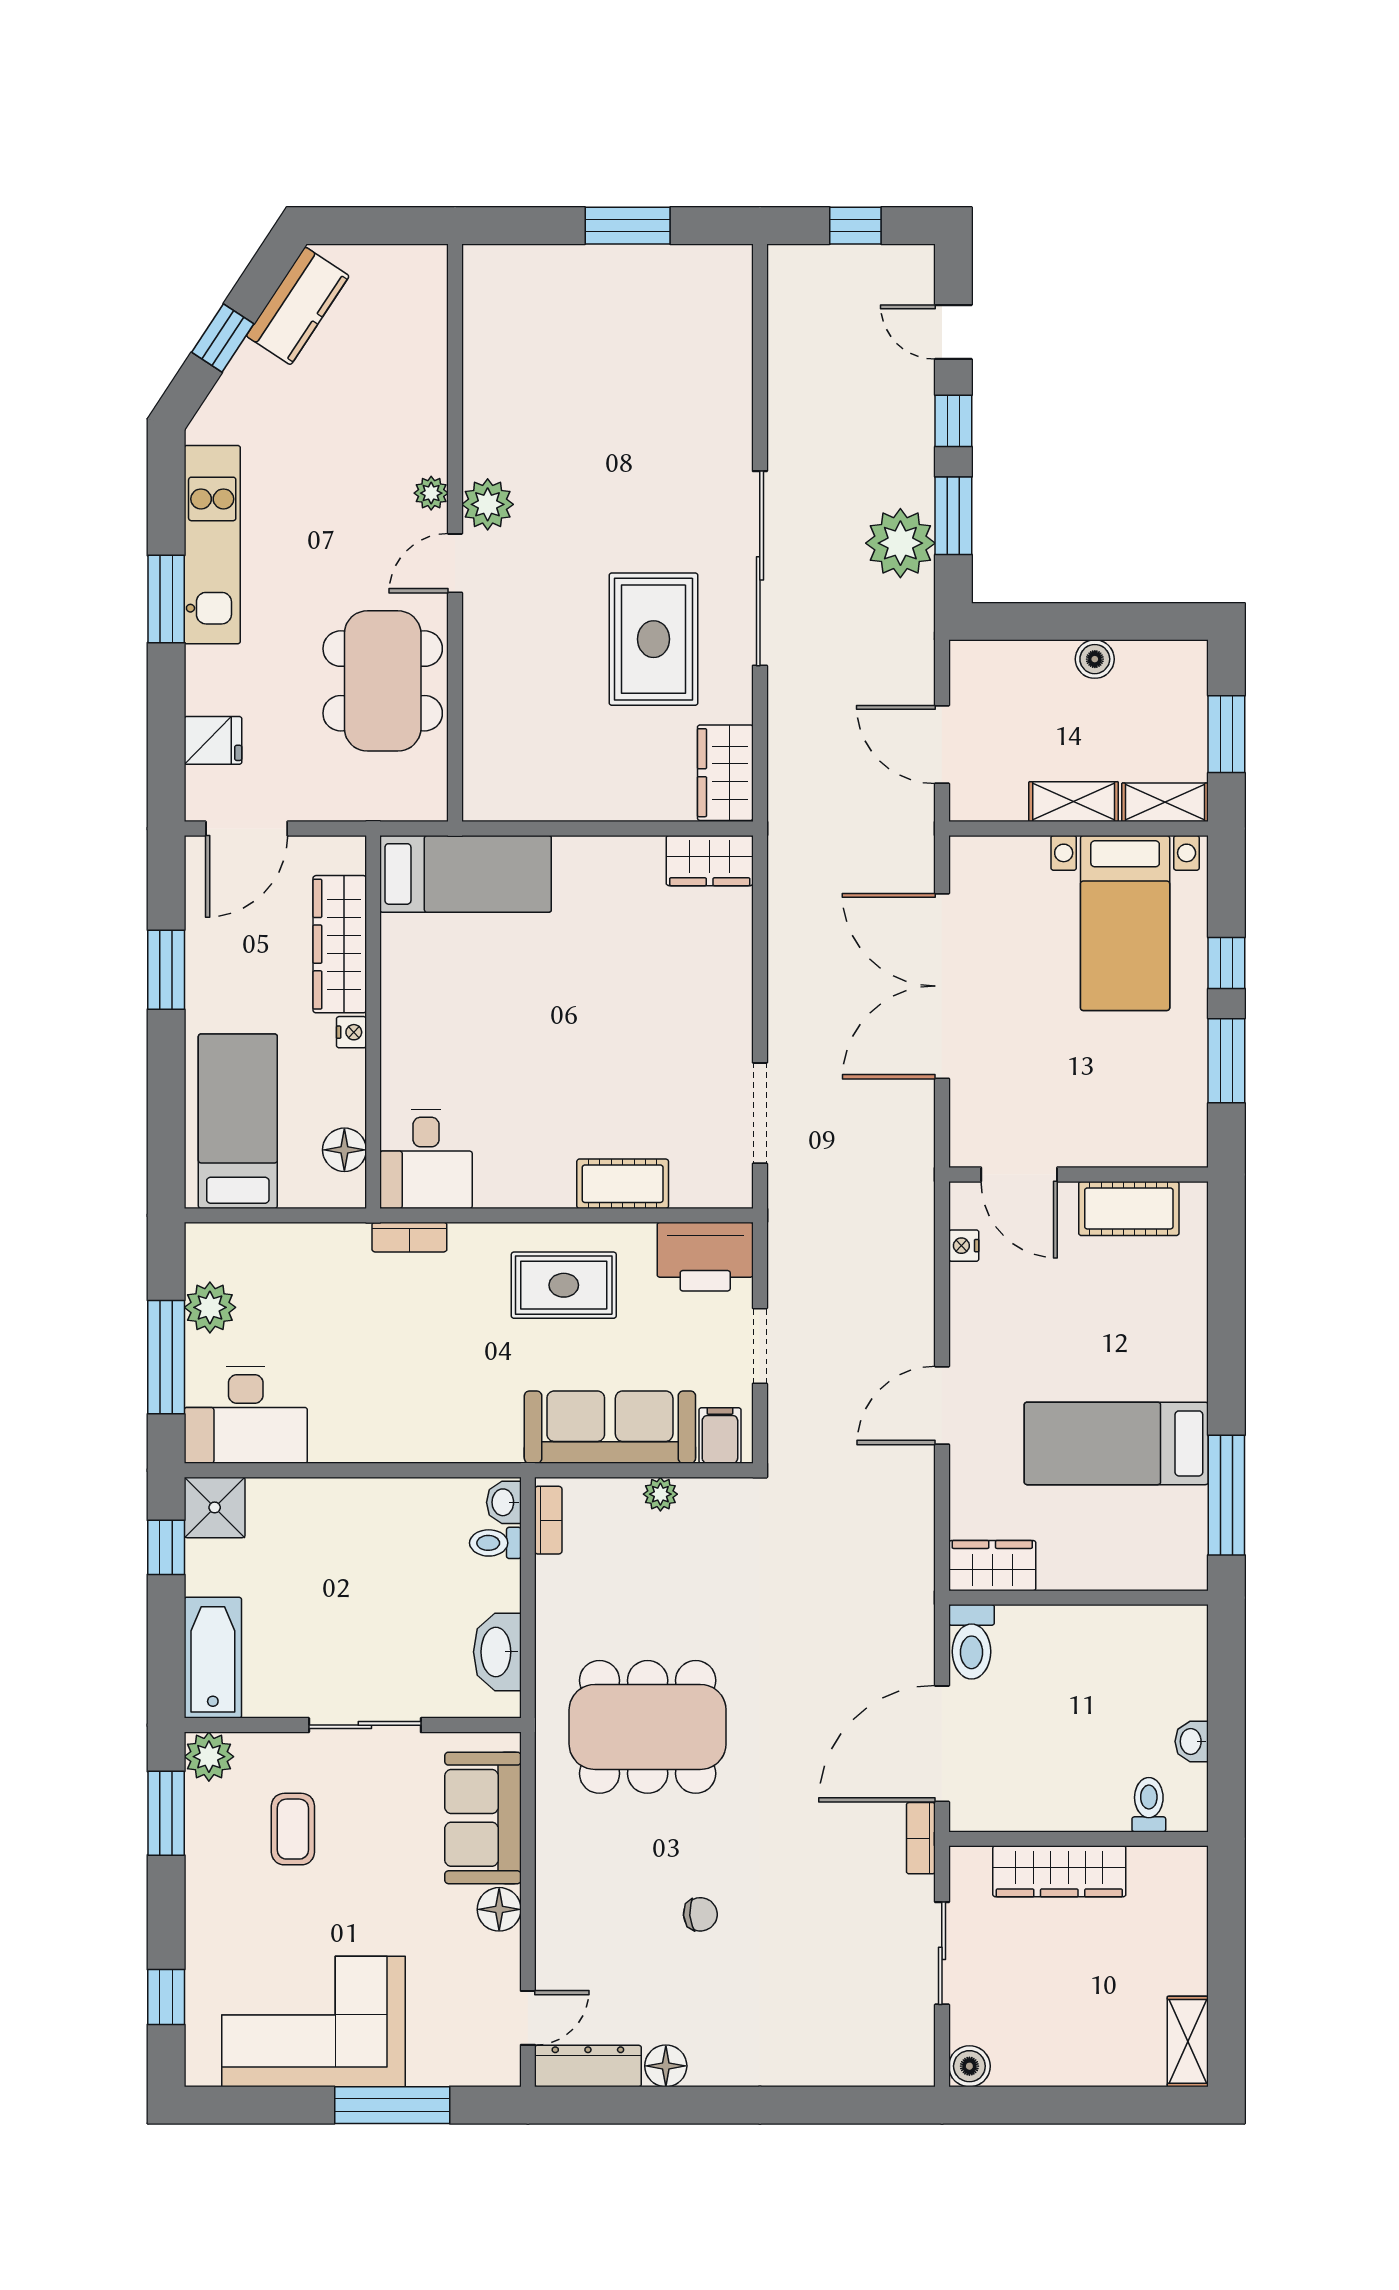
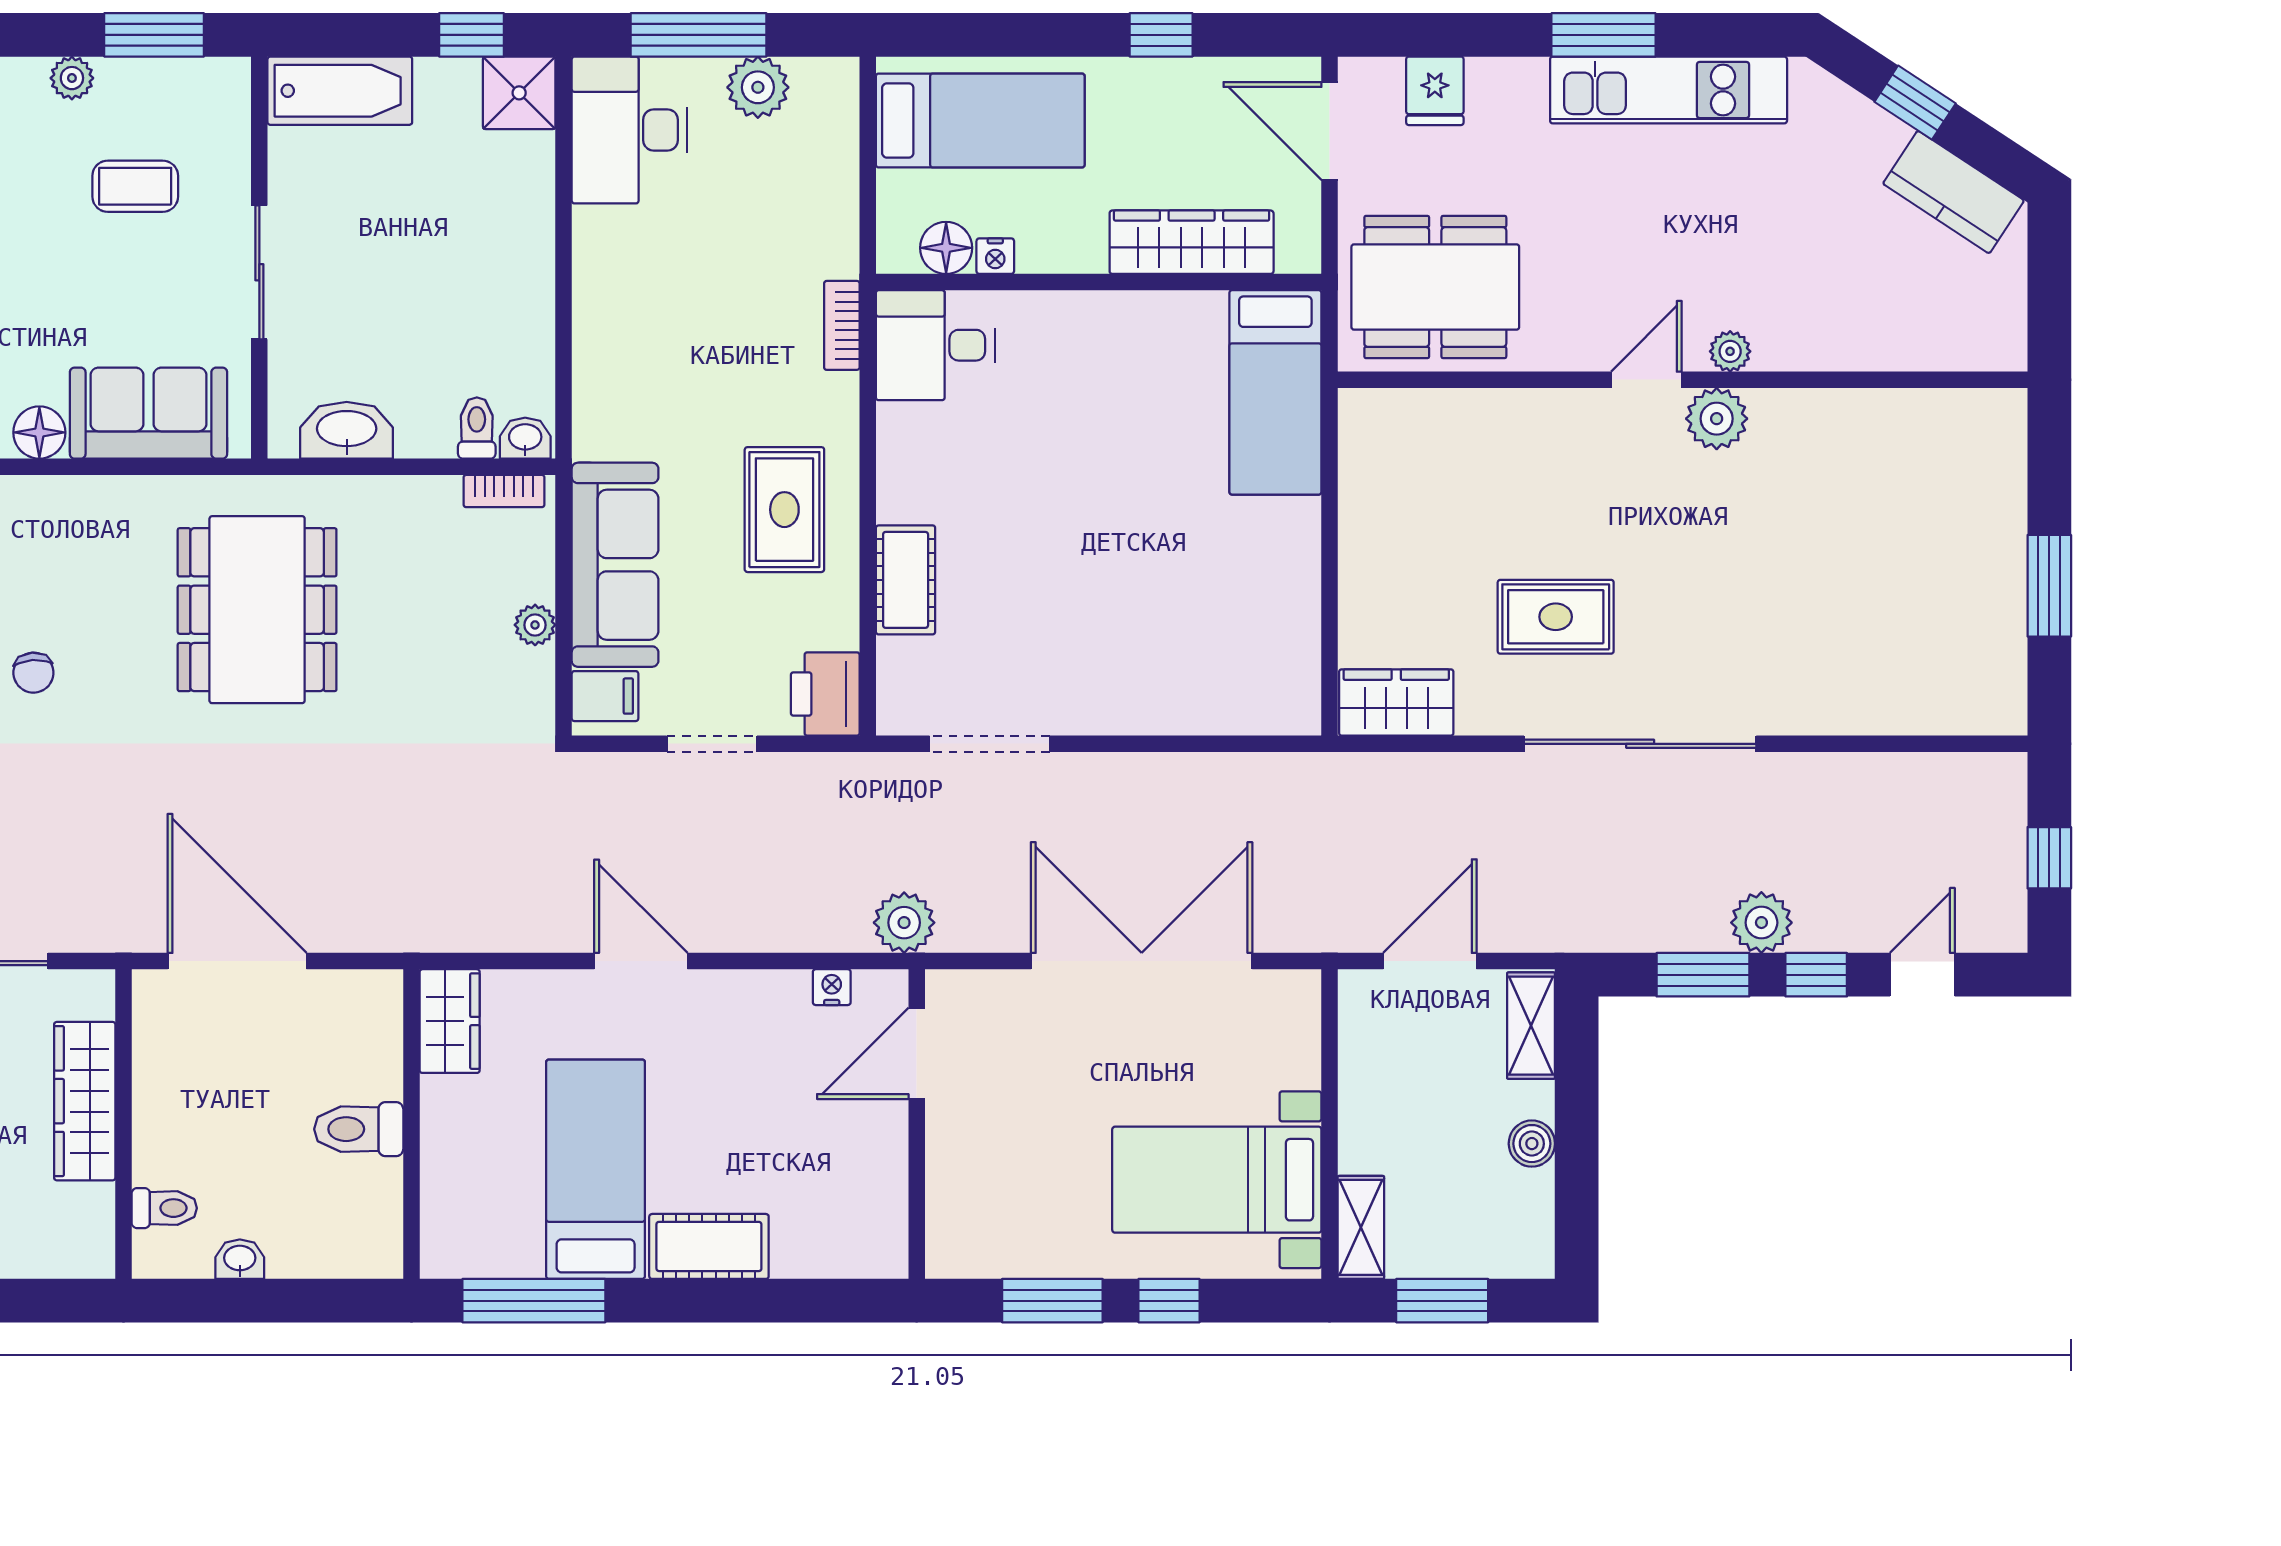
plant: (900, 543) -> (1761, 923), moved, width x0.73, depth x0.73
door: (455, 563) -> (1646, 380), hinge flipped
rug: (654, 639) -> (1556, 617), width x0.73, depth x0.70
dining table: (383, 681) -> (1435, 287), moved
shelving: (1074, 802) -> (1531, 1026), moved
wardrobe: (710, 861) -> (1291, 684), removed
window: (166, 970) -> (1161, 35), width x0.67
nightstand: (351, 1032) -> (995, 256), moved
plant: (910, 1185) -> (904, 923), added
cot: (1129, 1208) -> (709, 1246), moved, turned 90
printer: (705, 1257) -> (825, 694), width x0.73, depth x0.84
toilet: (971, 1642) -> (359, 1129), moved
plant: (209, 1757) -> (72, 78), moved, width x0.73, depth x0.73
bookcase: (921, 1838) -> (124, 936), removed

